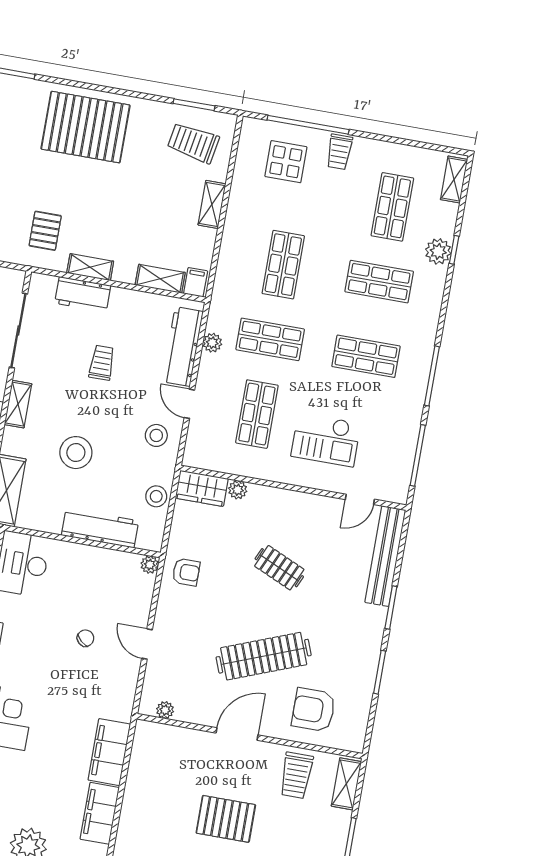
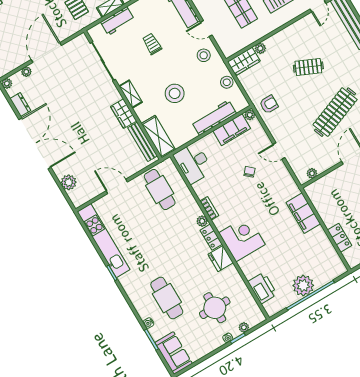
filing cabinet: (100, 813) -> (232, 130), moved, turned -90
locker: (129, 825) -> (340, 238), added

